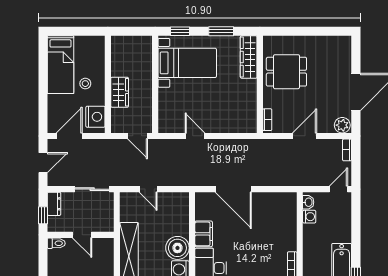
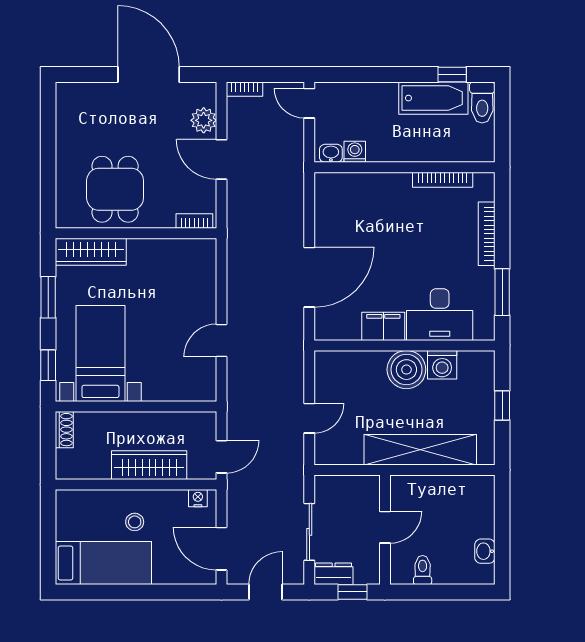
shoe rack: (141, 41) -> (64, 430), added
wardrobe: (120, 92) -> (149, 465), width x1.50
nightstand: (95, 117) -> (198, 498), width x0.53, depth x0.56
plant: (342, 125) -> (204, 120), moved
door: (138, 136) -> (221, 457), moved
door: (43, 163) -> (265, 592), hinge flipped
sliding door: (92, 189) -> (309, 532), moved
toilet: (56, 243) -> (423, 570), moved

